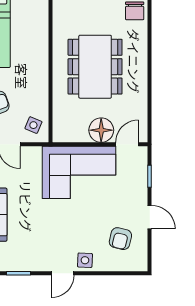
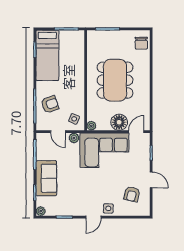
plant: (59, 136) -> (91, 126), added
plant: (33, 154) -> (74, 138), added

